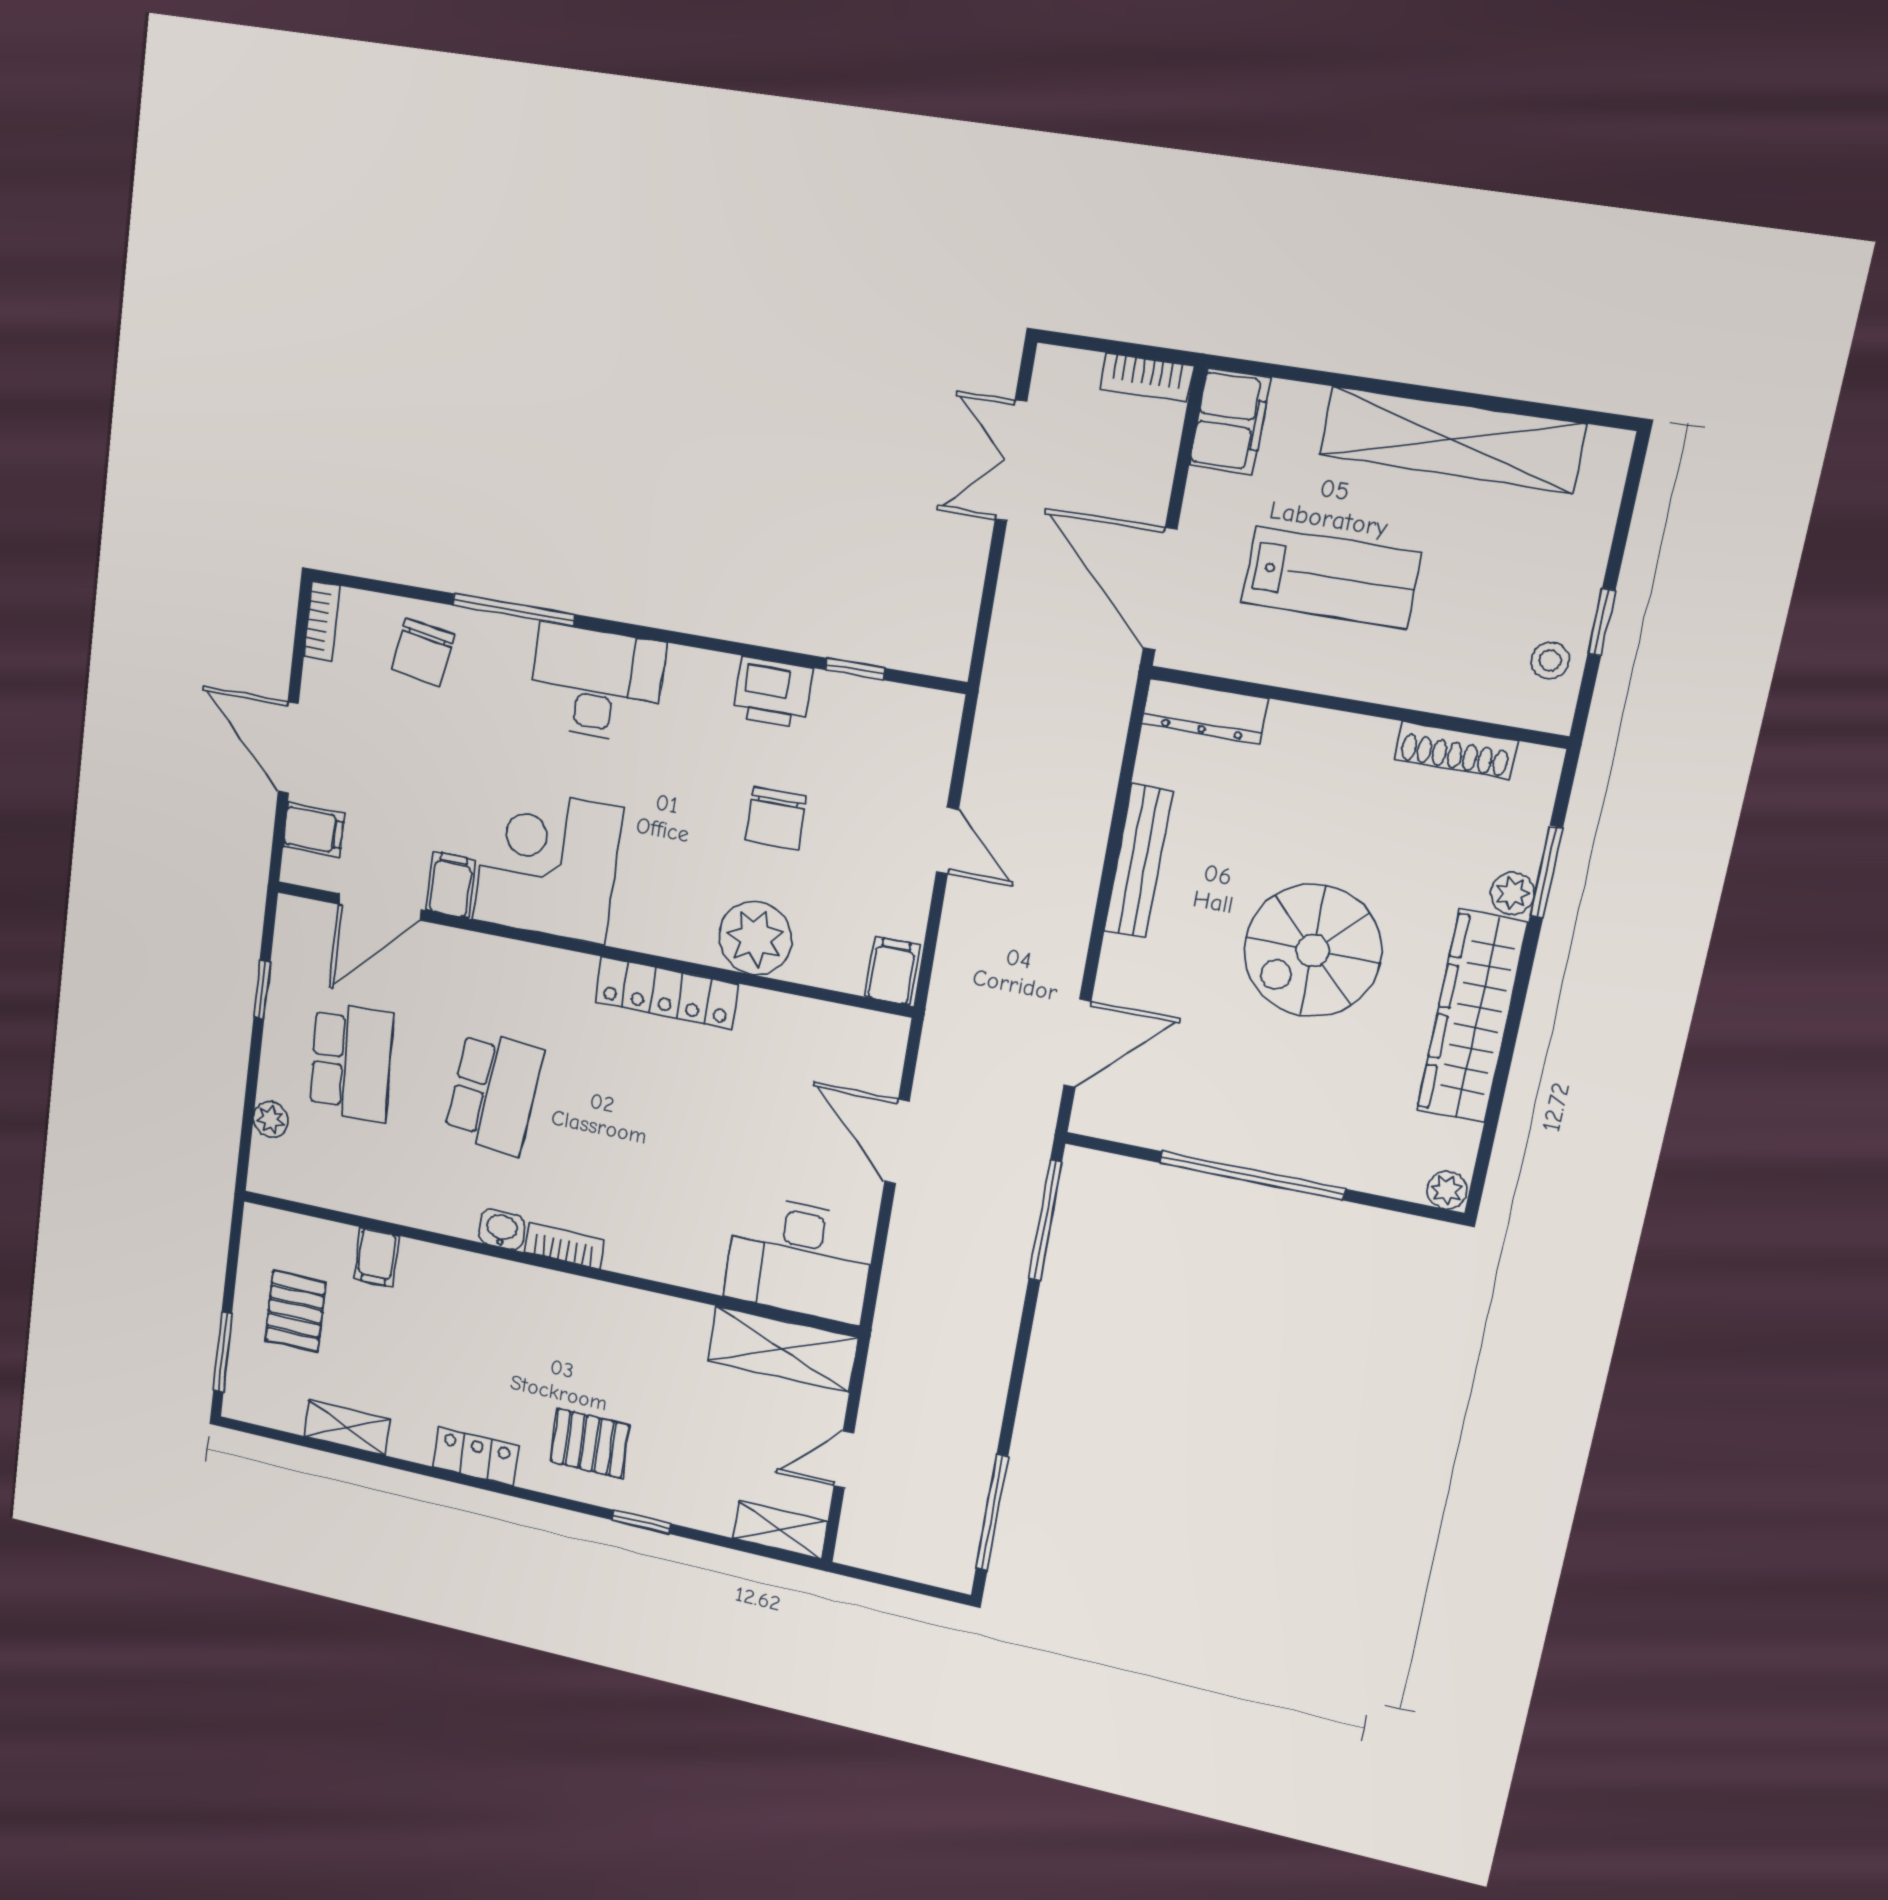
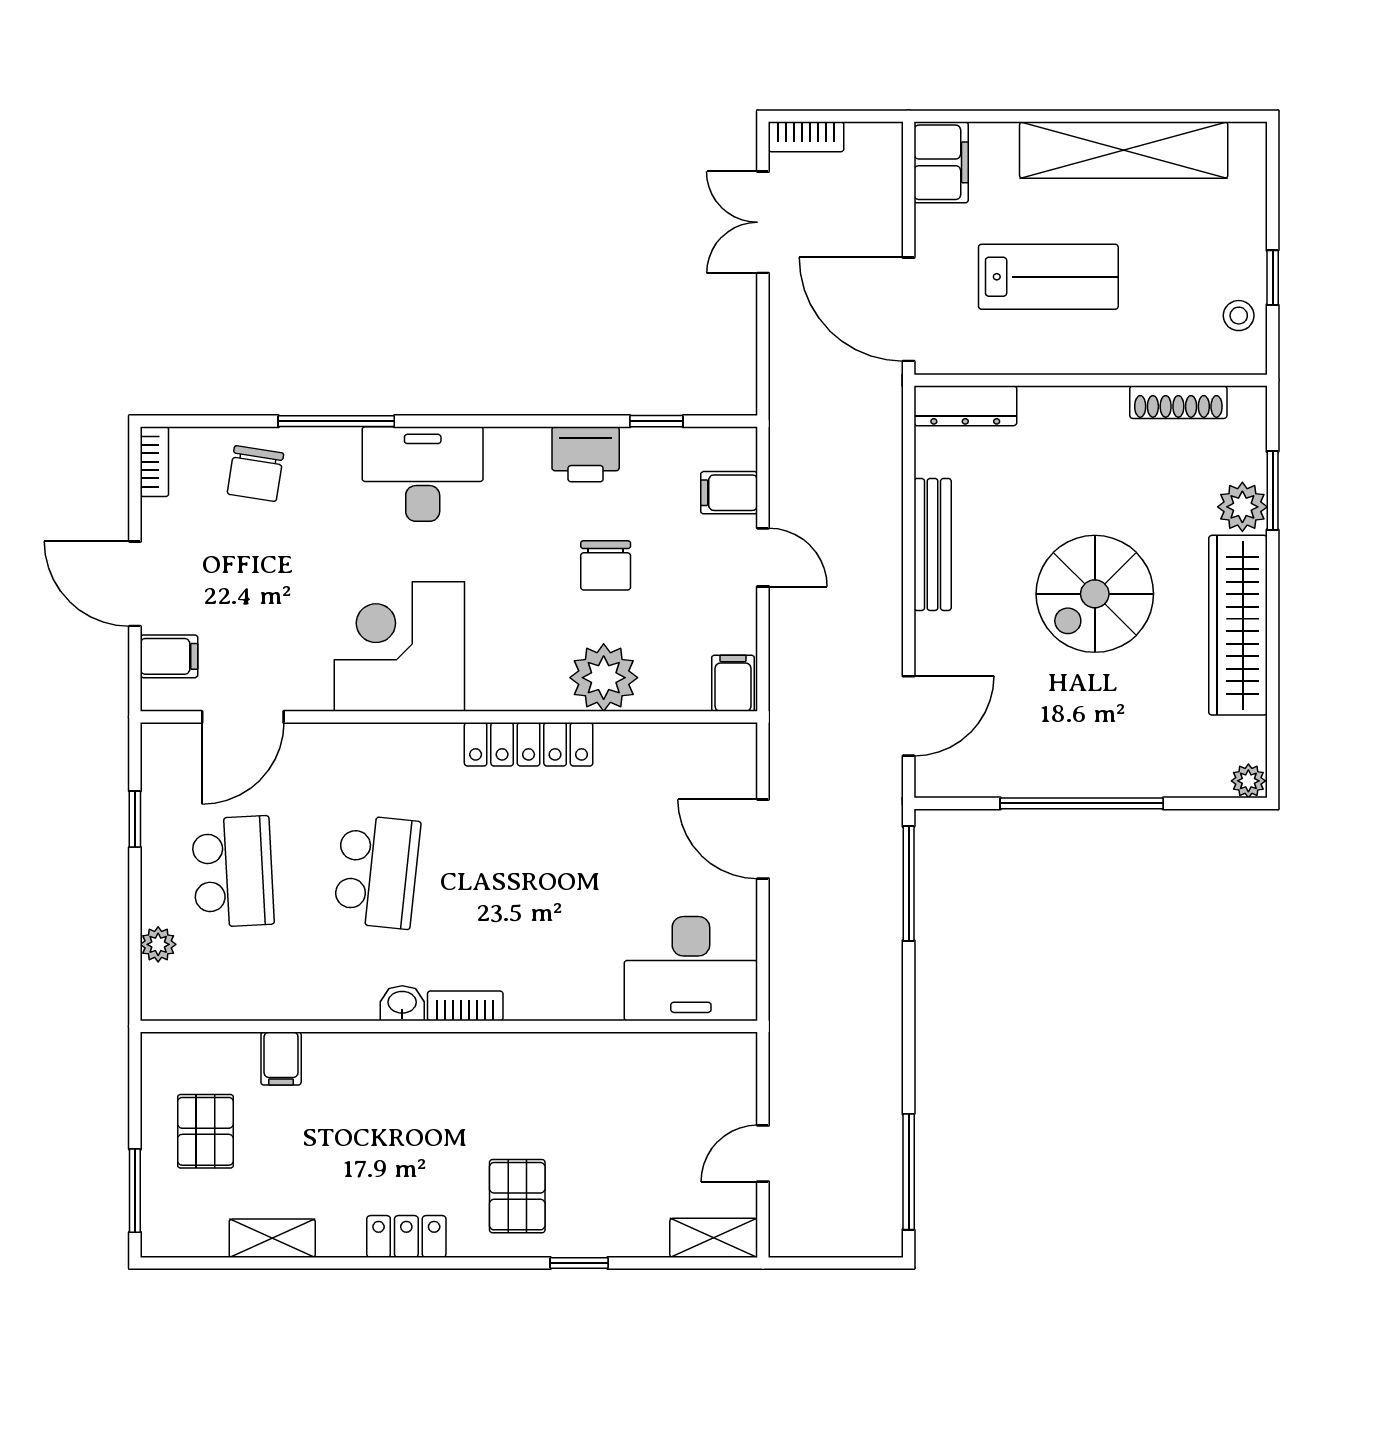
bookcase: (1147, 377) -> (806, 137), moved
filing cabinet: (451, 885) -> (729, 493), moved, turned -90
plant: (1513, 893) -> (1242, 507), width x1.38, depth x1.38
shelving: (783, 1349) -> (689, 1059), removed
pallet: (590, 1443) -> (517, 1196), turned 90

